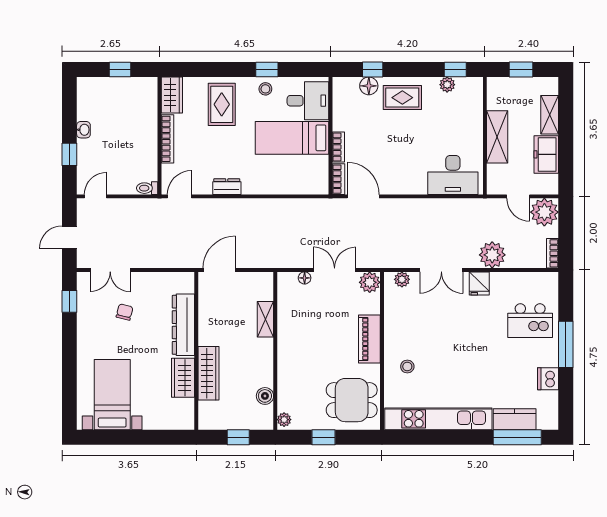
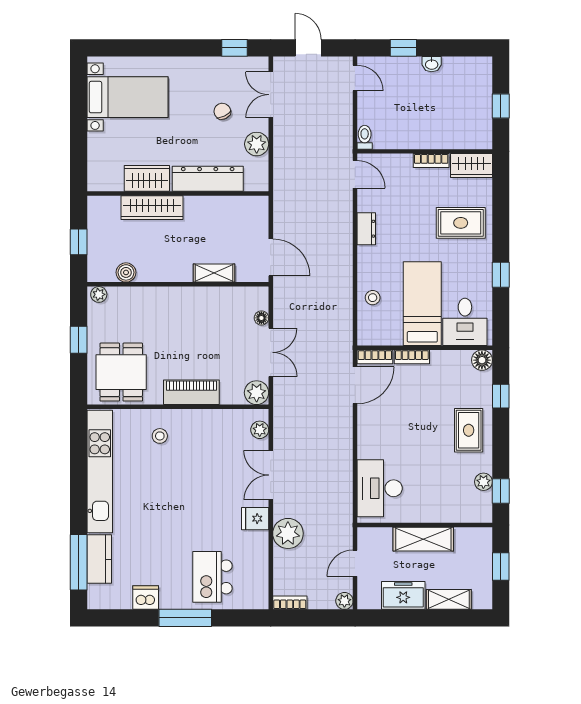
floor lamp: (369, 86) -> (482, 360), moved
stool: (265, 89) -> (373, 298), moved
bookcase: (167, 139) -> (431, 161), width x0.64
plant: (544, 212) -> (344, 601), width x0.53, depth x0.53
door: (219, 270) -> (271, 257), moved
plant: (153, 282) -> (257, 144), added
chair: (125, 312) -> (222, 111), turned -130

